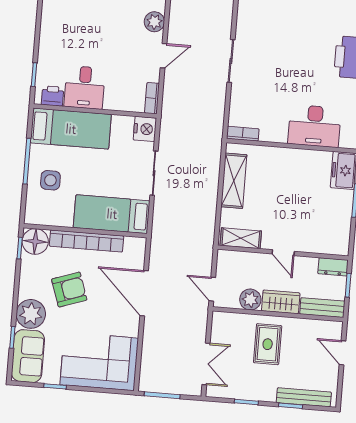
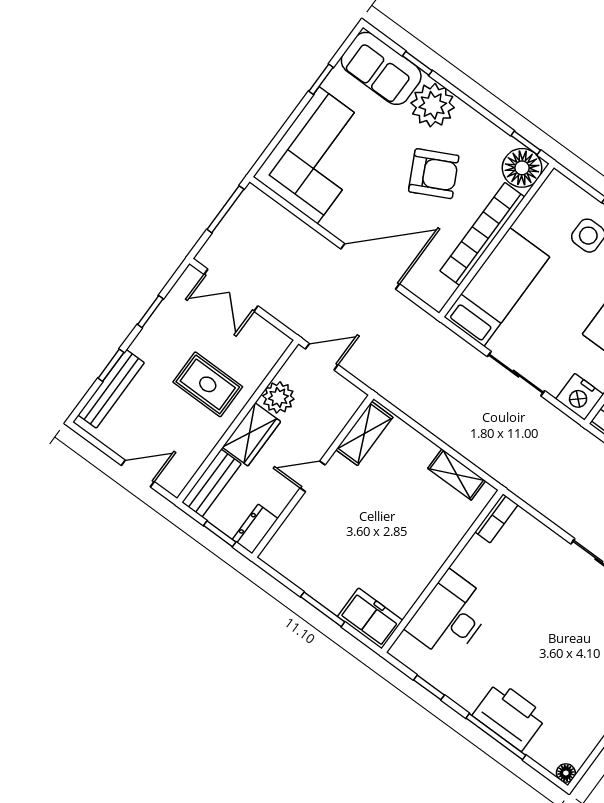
shelving: (234, 181) -> (457, 475), width x0.67, depth x0.75
armchair: (69, 290) -> (434, 174), turned -98

